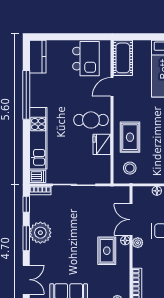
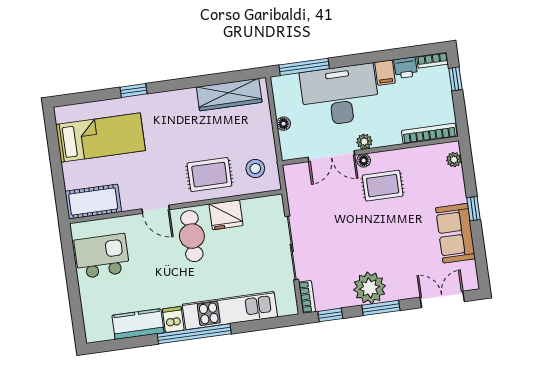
kitchen counter: (38, 57) -> (138, 324), moved
door: (112, 87) -> (156, 209), moved
window: (26, 95) -> (194, 334), moved
dishwasher: (38, 176) -> (173, 319), moved

